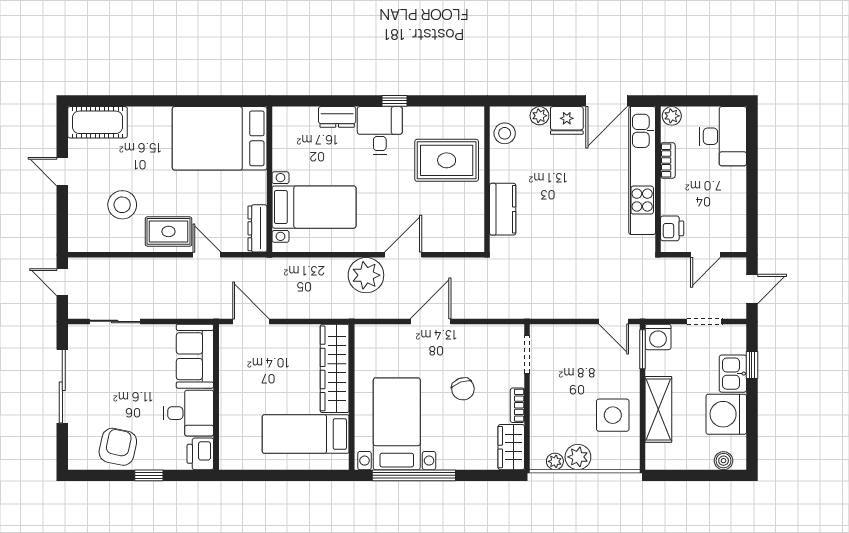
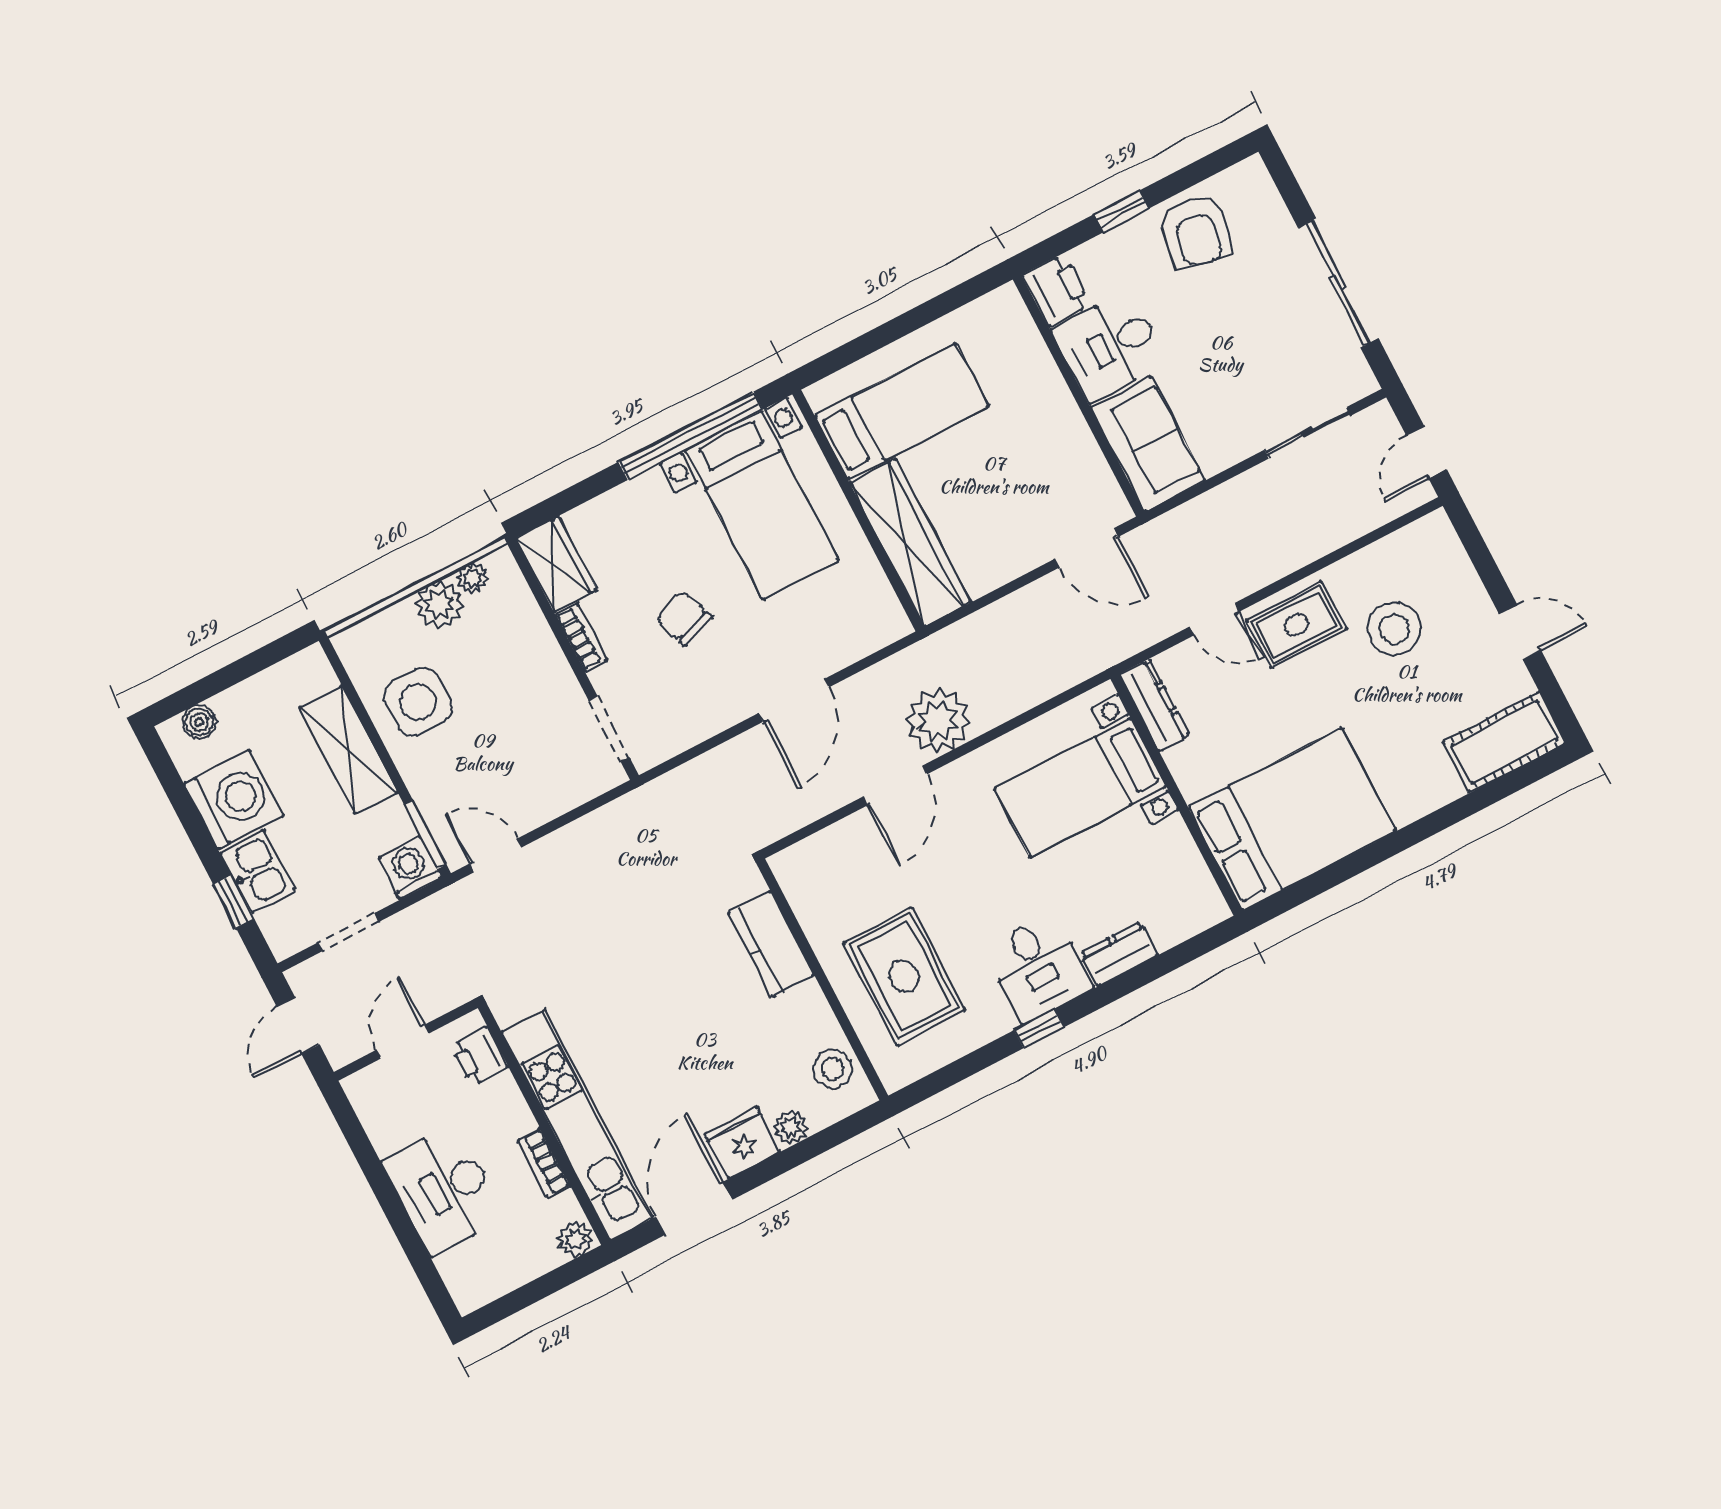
desk: (723, 136) -> (444, 1190), moved
rug: (447, 160) -> (904, 976), turned 90
door: (62, 282) -> (1426, 452), swing flipped

